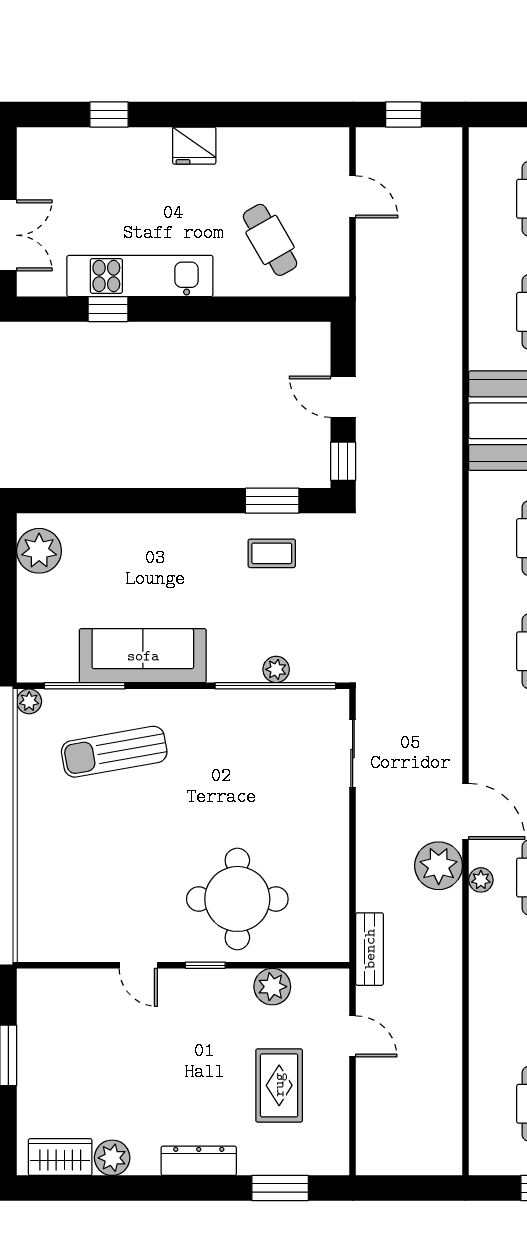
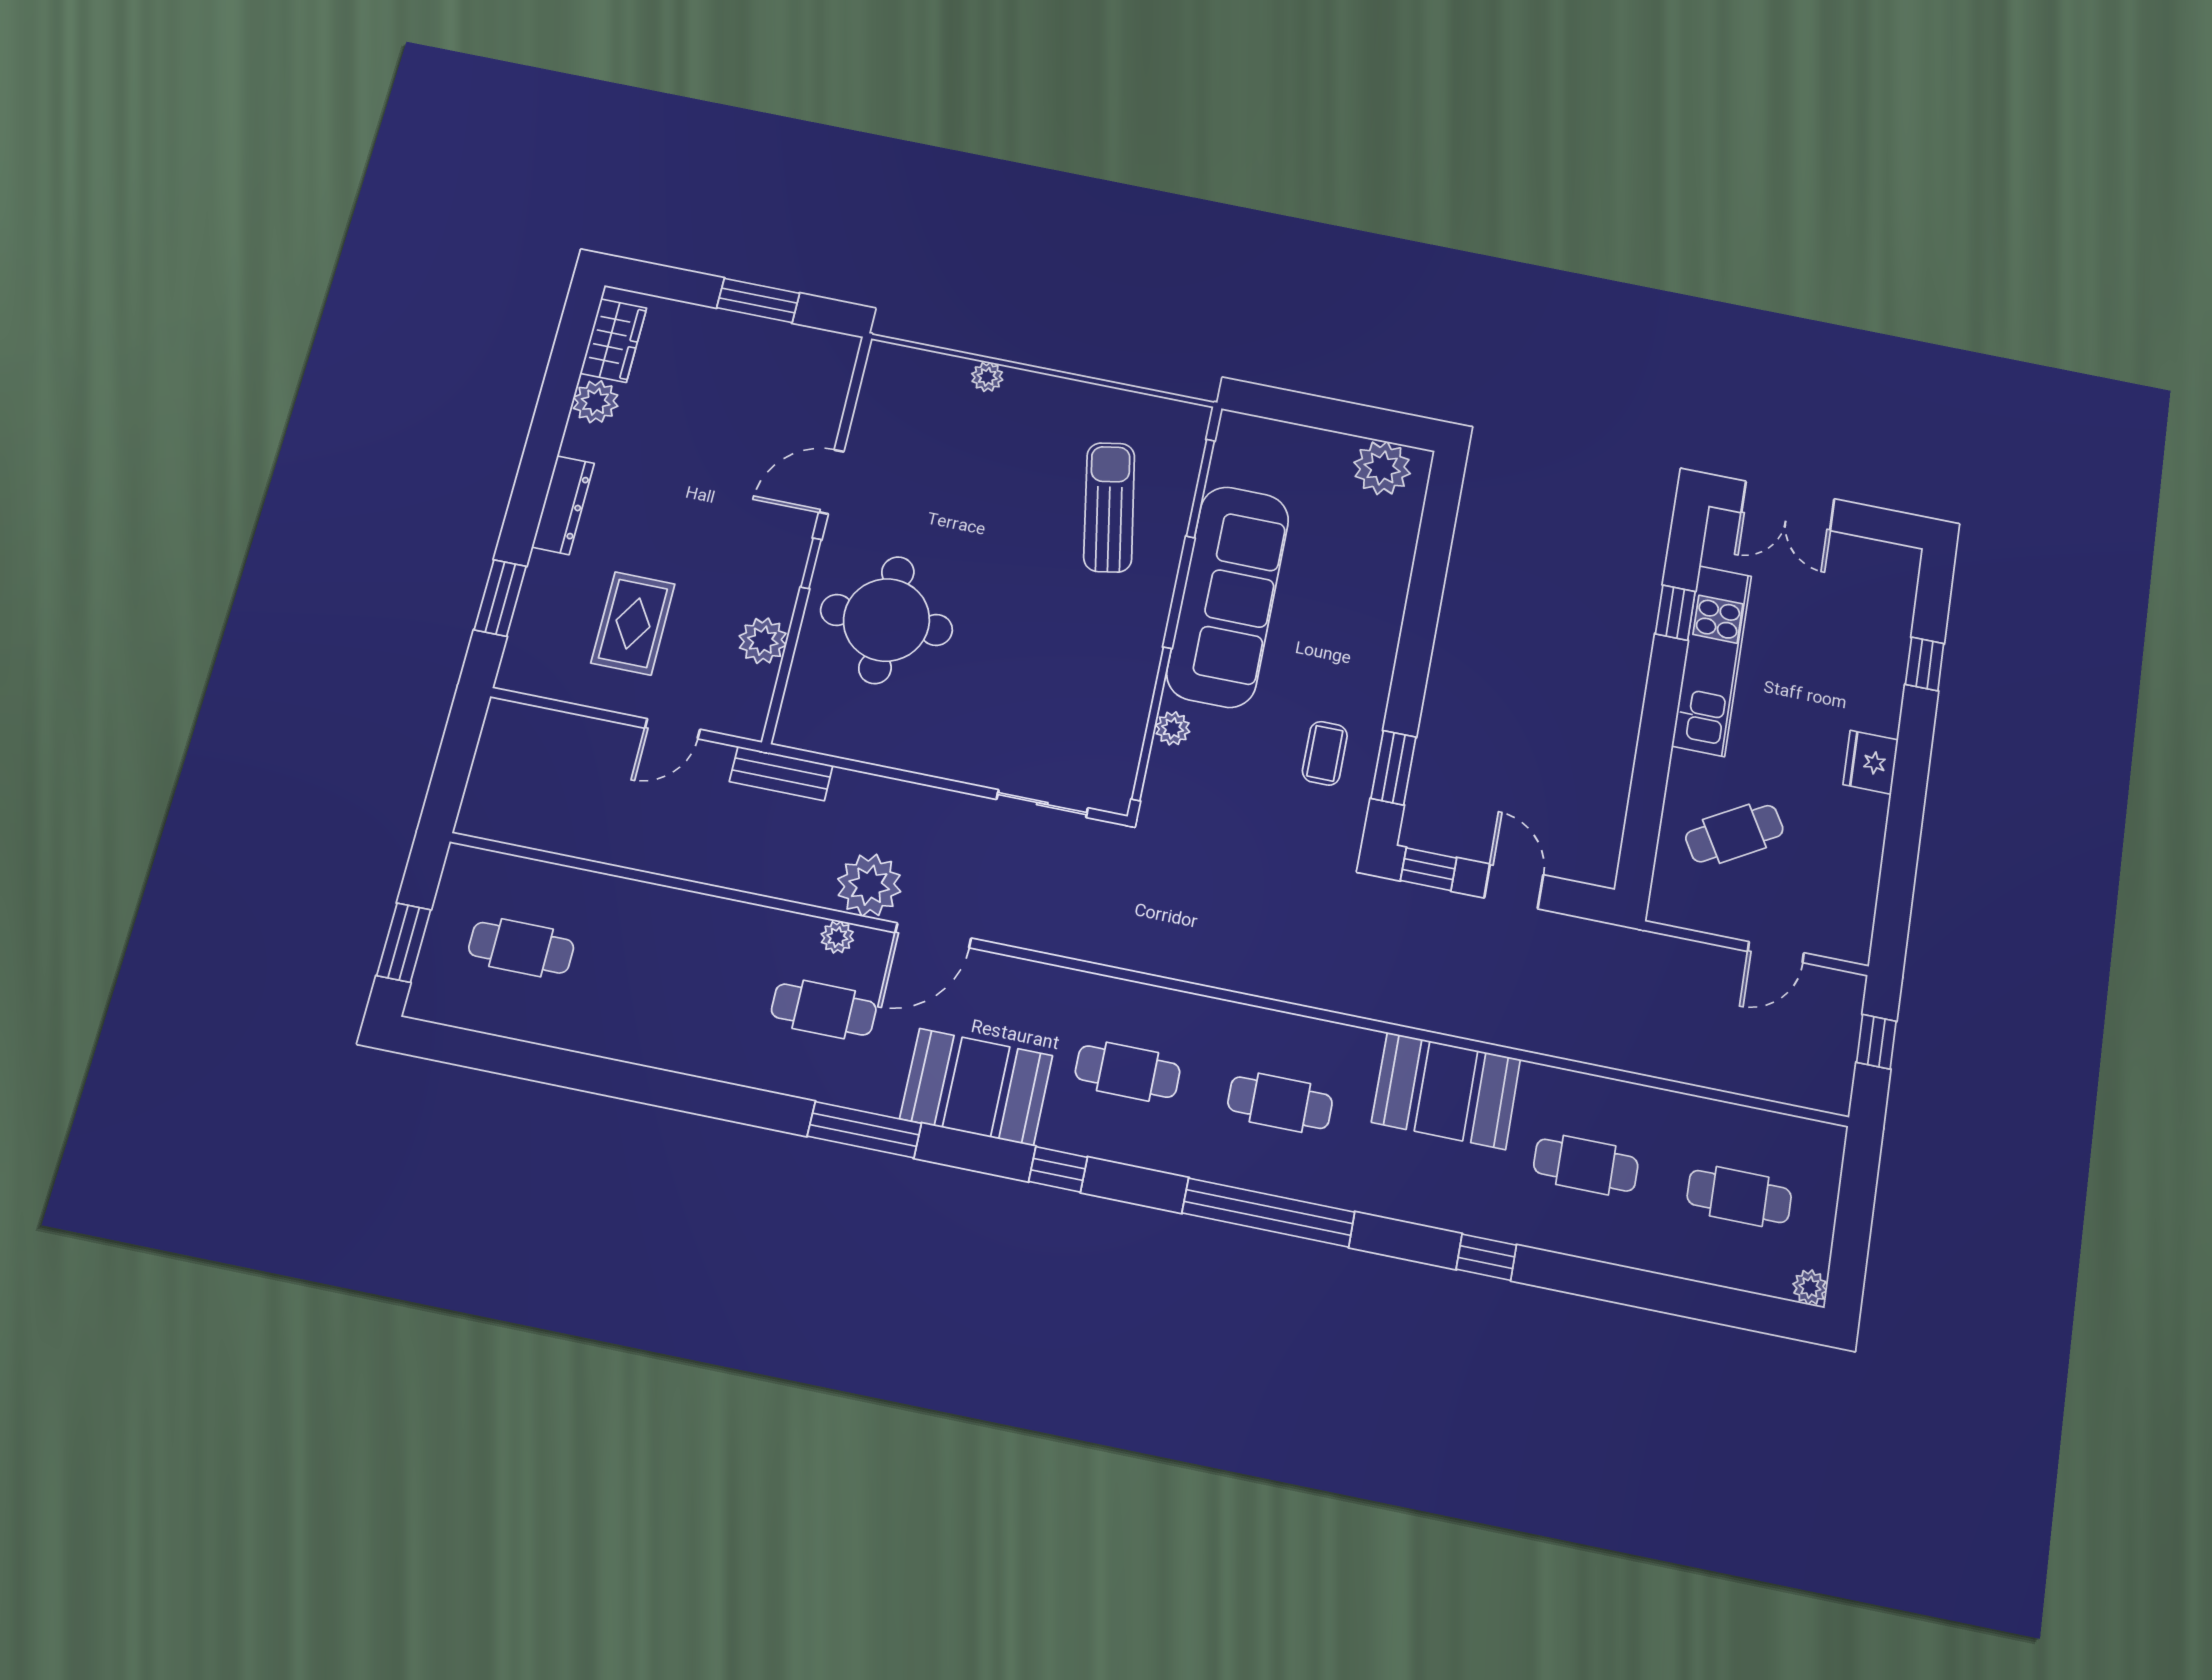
door: (343, 397) -> (1514, 886), hinge flipped
sofa: (143, 656) -> (1228, 596), width x1.36, depth x1.27
plant: (29, 701) -> (987, 377), moved
door: (138, 965) -> (831, 482), width x1.38
rug: (279, 1085) -> (633, 623), turned 90

